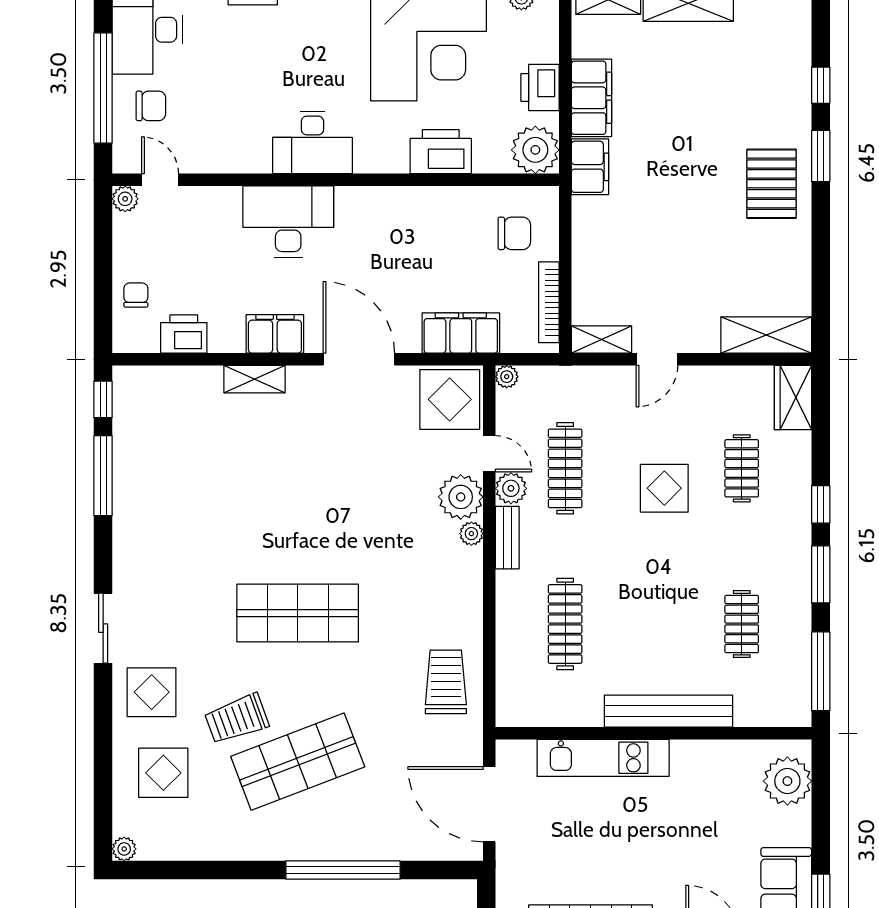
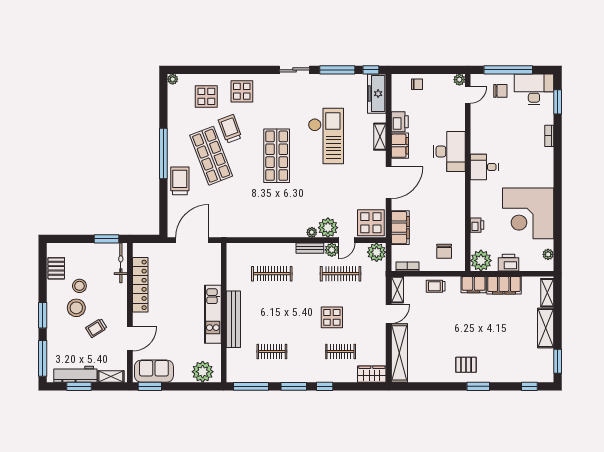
window: (821, 85) -> (529, 386), moved
chair: (151, 106) -> (500, 91), turned -90
desk: (312, 142) -> (484, 167), width x0.73
printer: (441, 152) -> (477, 225), width x0.53, depth x0.68
pallet: (771, 184) -> (466, 365), width x0.67, depth x0.71
trolley: (594, 253) -> (436, 286), added
bookcase: (549, 302) -> (407, 266), width x0.64
printer: (184, 334) -> (400, 122), moved
shelving: (766, 335) -> (399, 353), width x1.47
door: (657, 359) -> (389, 314), swing flipped
plant: (507, 377) -> (377, 252), width x1.88, depth x1.88
freezer: (157, 386) -> (377, 94), added
checkout: (253, 502) -> (326, 136), added
sliding door: (103, 628) -> (294, 70), moved
trolley: (446, 682) -> (180, 181), moved, turned -90
kitchen unit: (603, 758) -> (213, 314), moved
window: (343, 870) -> (163, 153), moved

